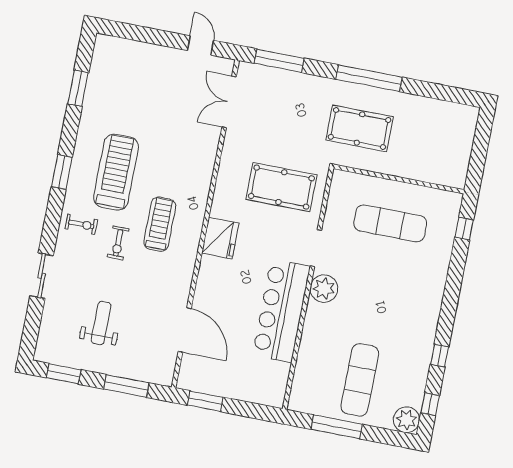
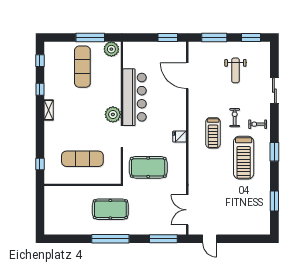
double door: (229, 102) -> (187, 210), swing flipped
fridge: (220, 238) -> (179, 137), width x0.53, depth x0.75
shelving: (432, 317) -> (49, 110), added
plant: (406, 420) -> (111, 49), moved

